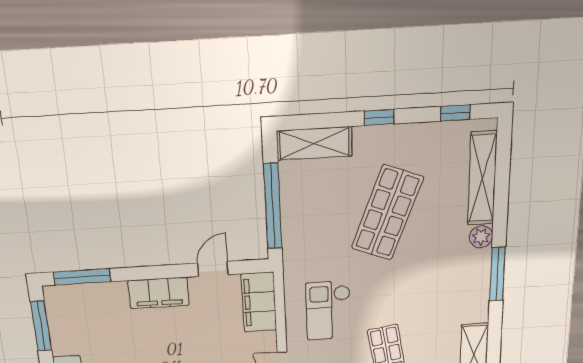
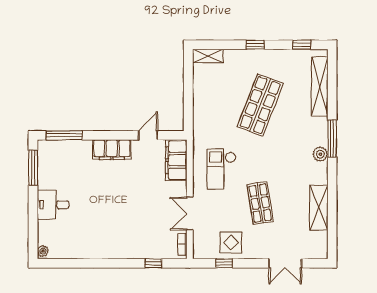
shelving: (314, 143) -> (208, 56), width x0.67, depth x0.75
window: (273, 206) -> (188, 96), removed
plant: (481, 237) -> (320, 154), moved
window: (497, 274) -> (332, 139), moved

